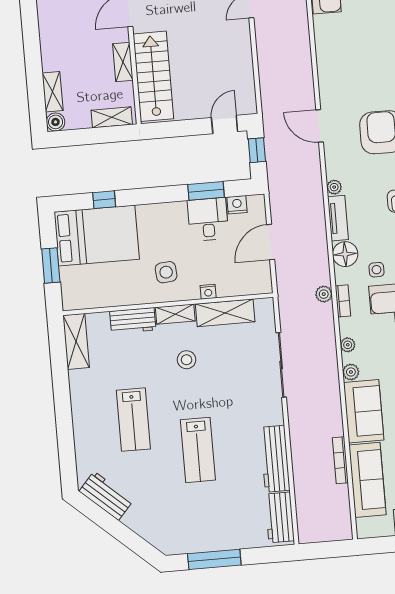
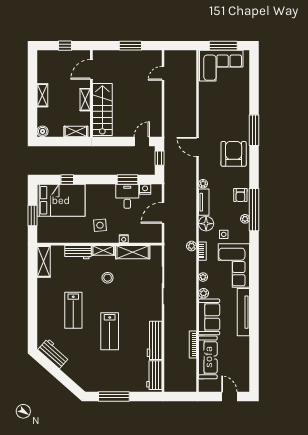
shelving: (53, 92) -> (42, 95), moved

